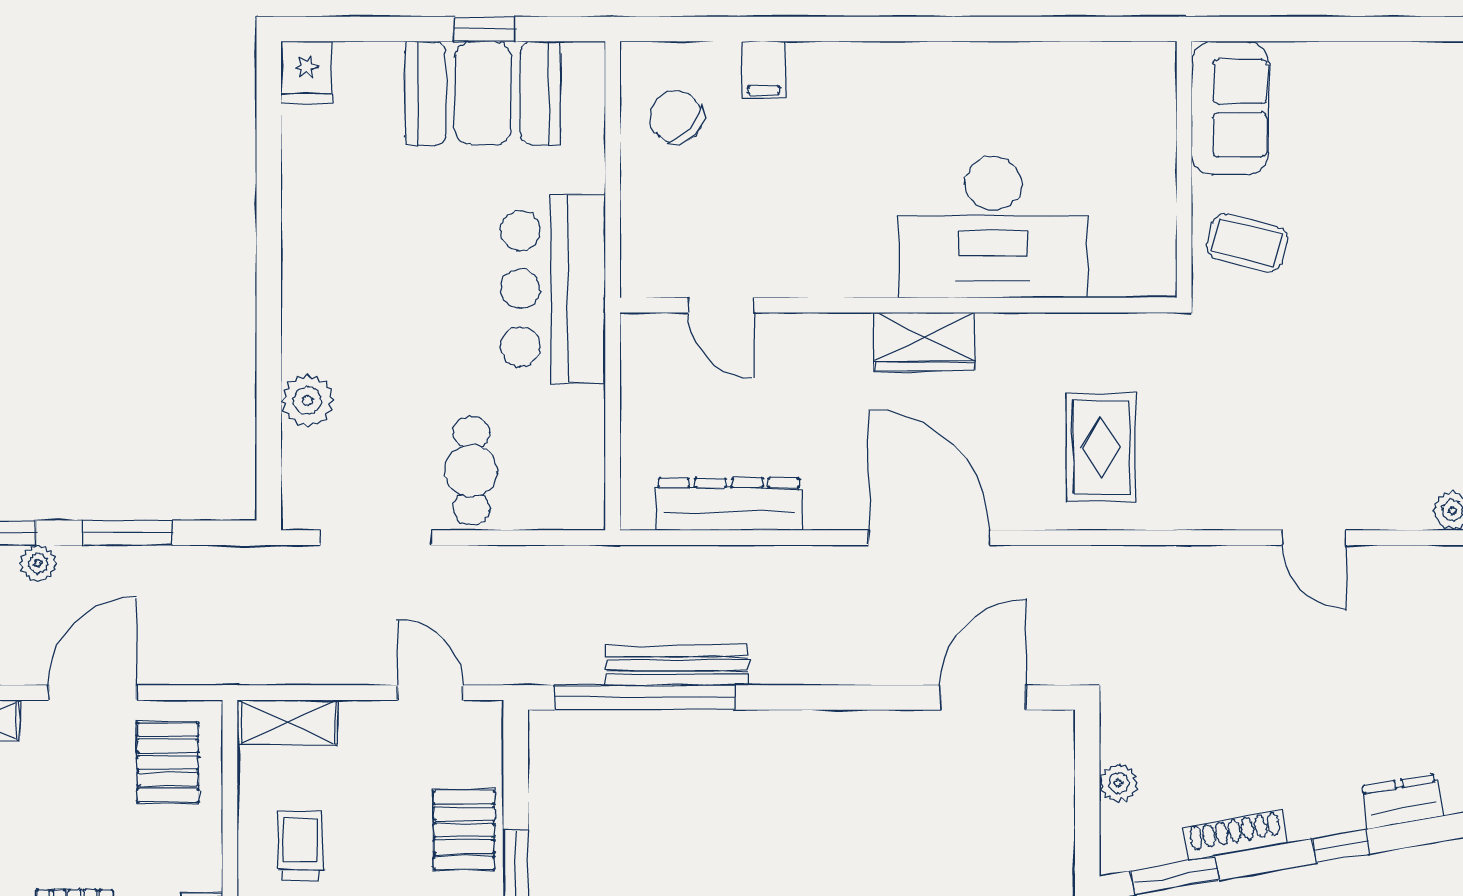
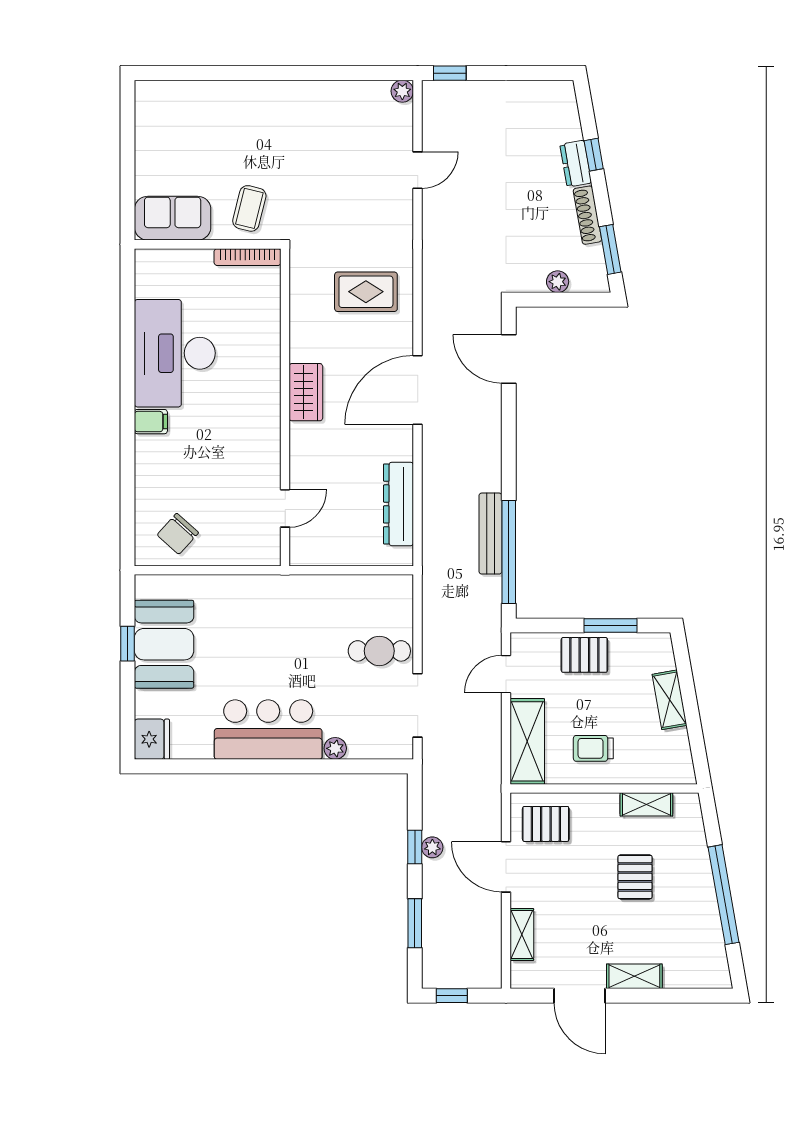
filing cabinet: (764, 70) -> (151, 422), moved
fridge: (306, 72) -> (152, 739), width x1.38
desk: (993, 227) -> (175, 353), moved, turned 180
bookcase: (1162, 239) -> (248, 257), added
bar counter: (553, 289) -> (268, 730), moved, turned 180
plant: (307, 400) -> (335, 748), width x0.73, depth x0.73
window: (127, 533) -> (415, 847), width x0.67
plant: (38, 563) -> (432, 847), moved
shelving: (287, 722) -> (527, 741), width x1.50, depth x1.33
dresser: (1402, 801) -> (576, 164), moved

